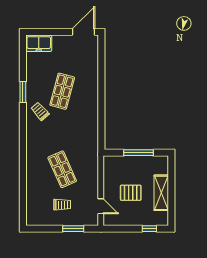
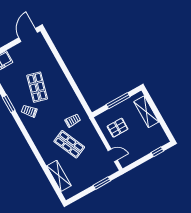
pallet: (131, 193) -> (118, 128), moved
shelving: (161, 193) -> (146, 112), moved
shelving: (33, 196) -> (59, 176), added
trolley: (62, 205) -> (73, 121), moved

